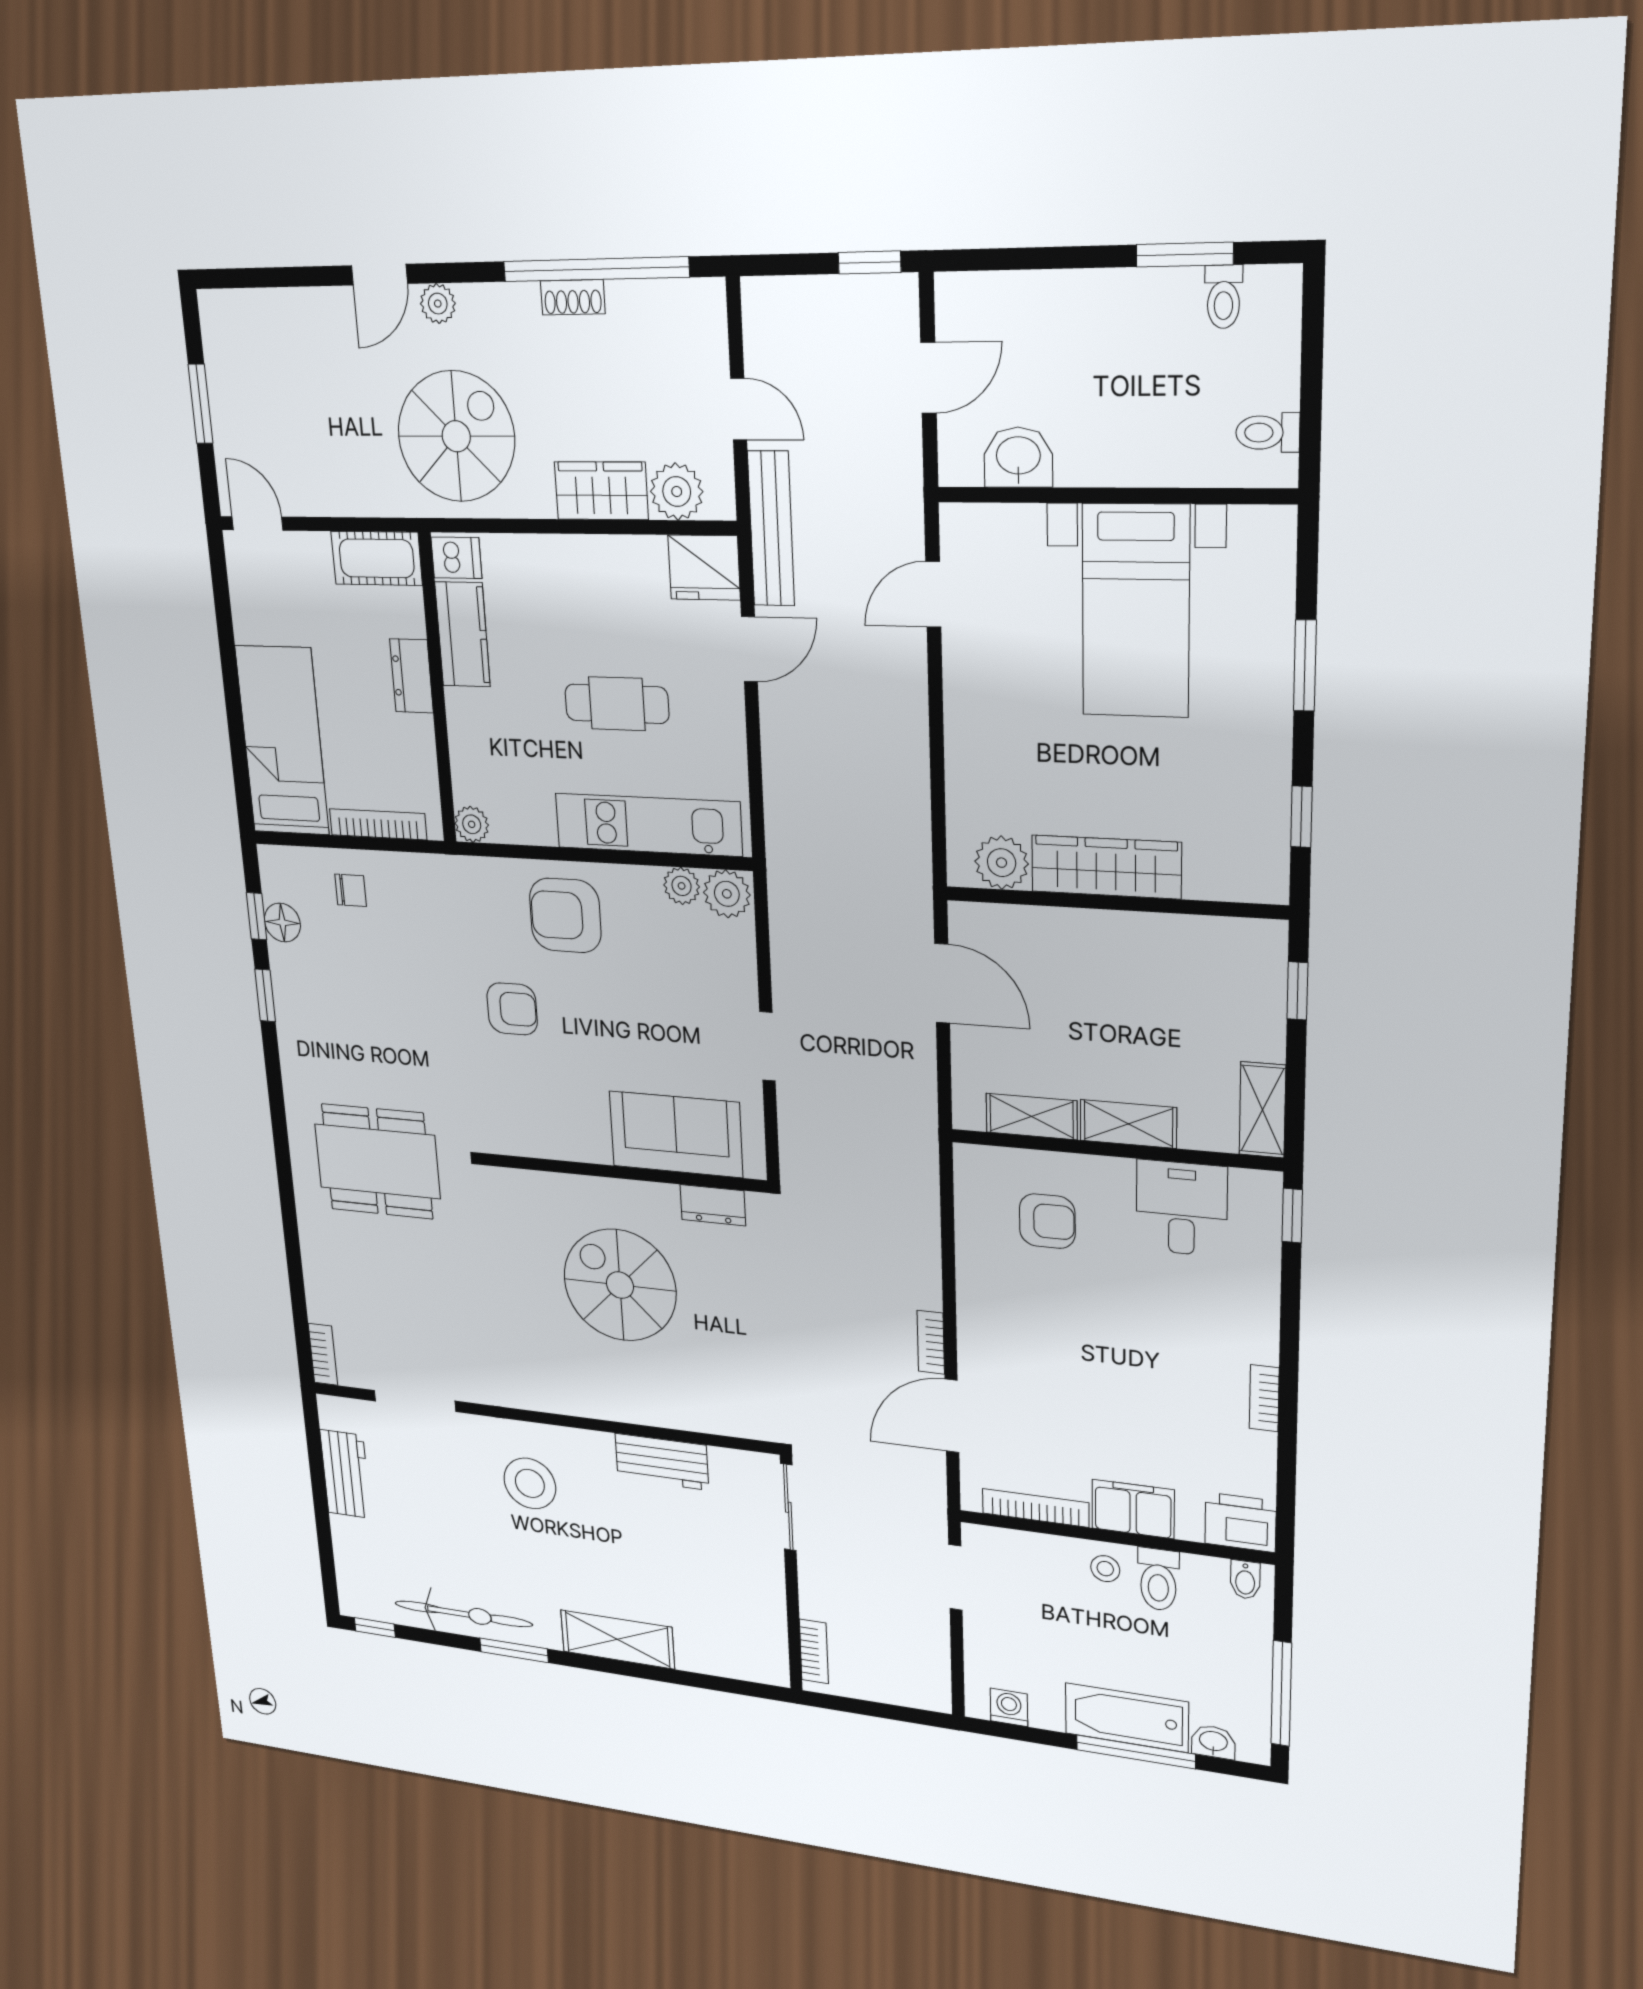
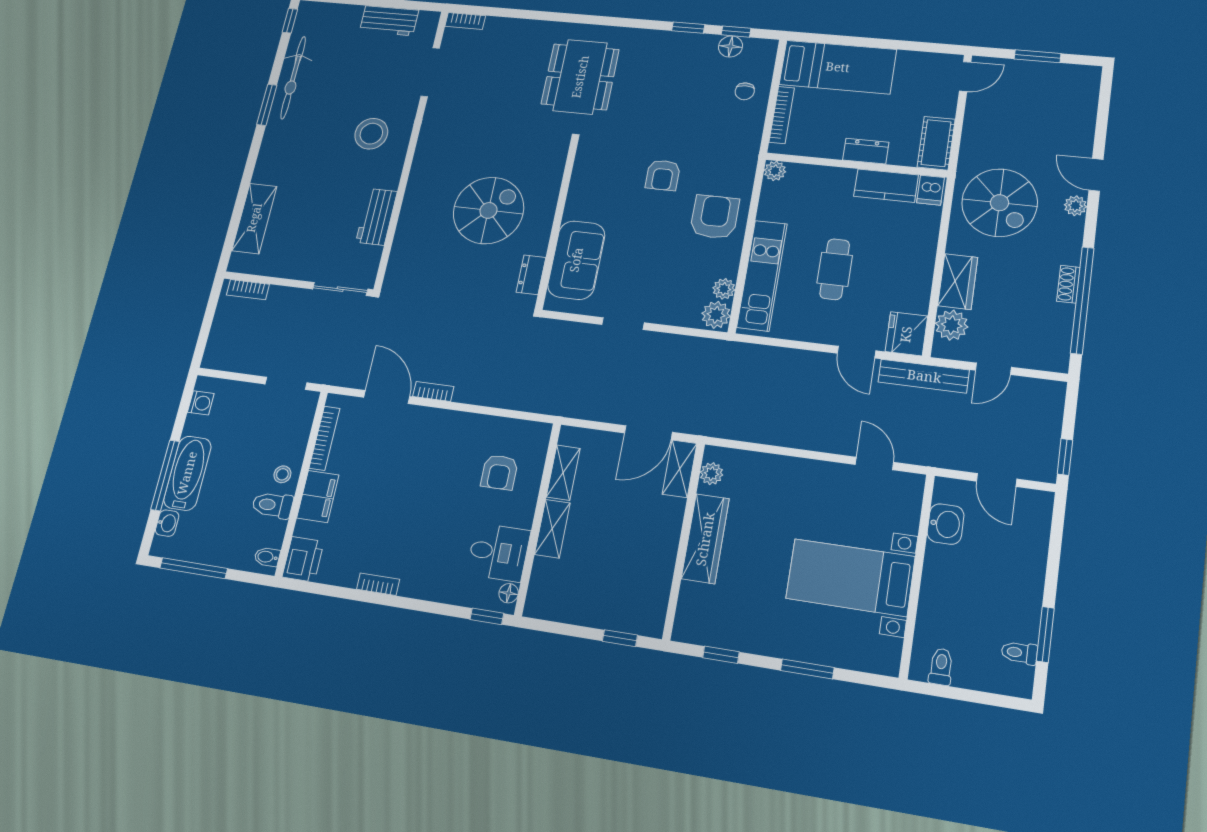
plant: (1002, 863) -> (712, 474), width x0.73, depth x0.73
shelving: (1262, 1110) -> (680, 469), moved, turned 90
floor lamp: (1248, 1184) -> (509, 593), added
shelving: (617, 1639) -> (254, 218), moved

